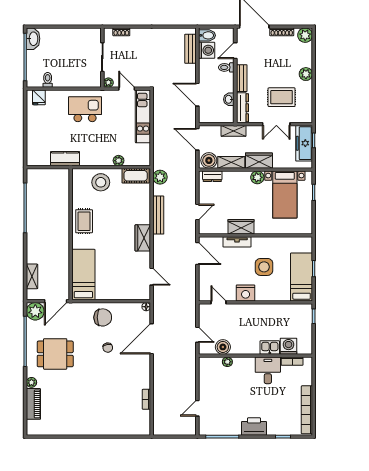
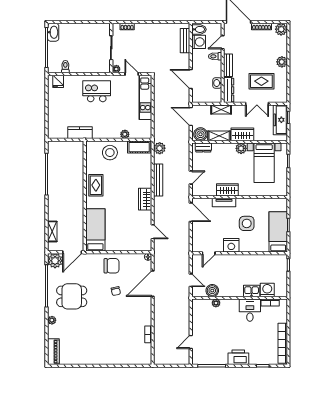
door: (219, 302) -> (209, 253), swing flipped
piano: (33, 404) -> (53, 352), moved

